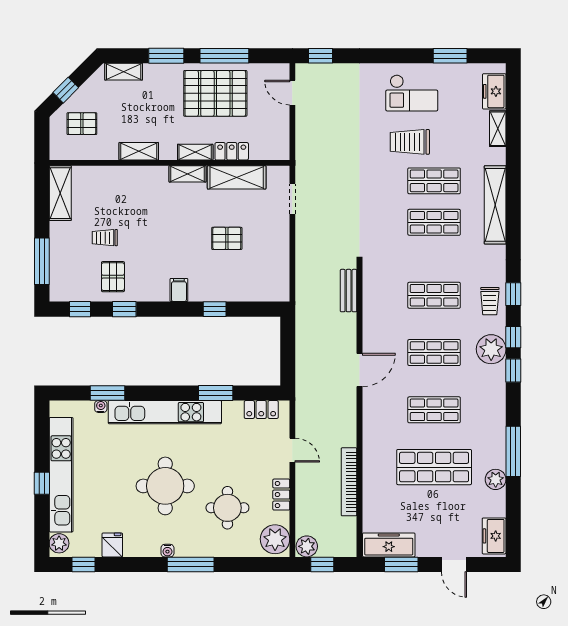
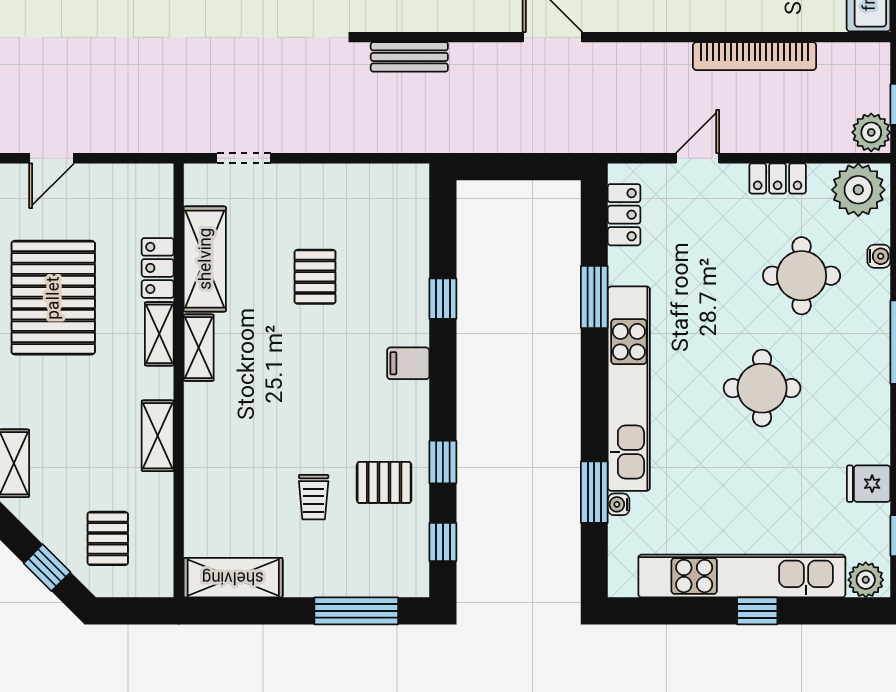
round table: (165, 486) -> (762, 388), width x0.73, depth x0.73
water cooler: (167, 551) -> (879, 256), moved

